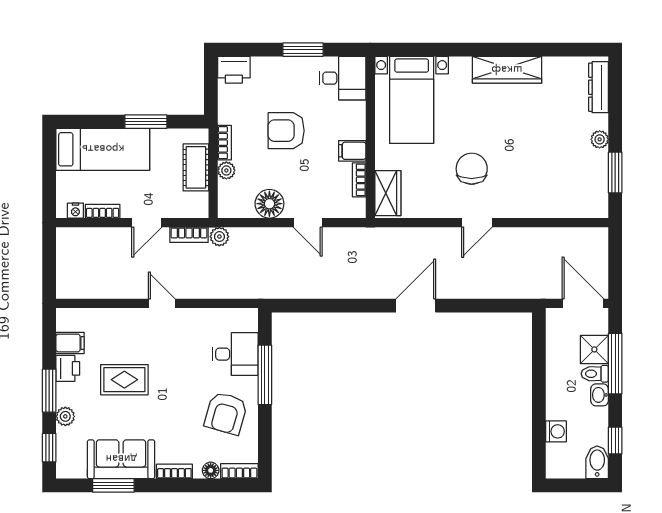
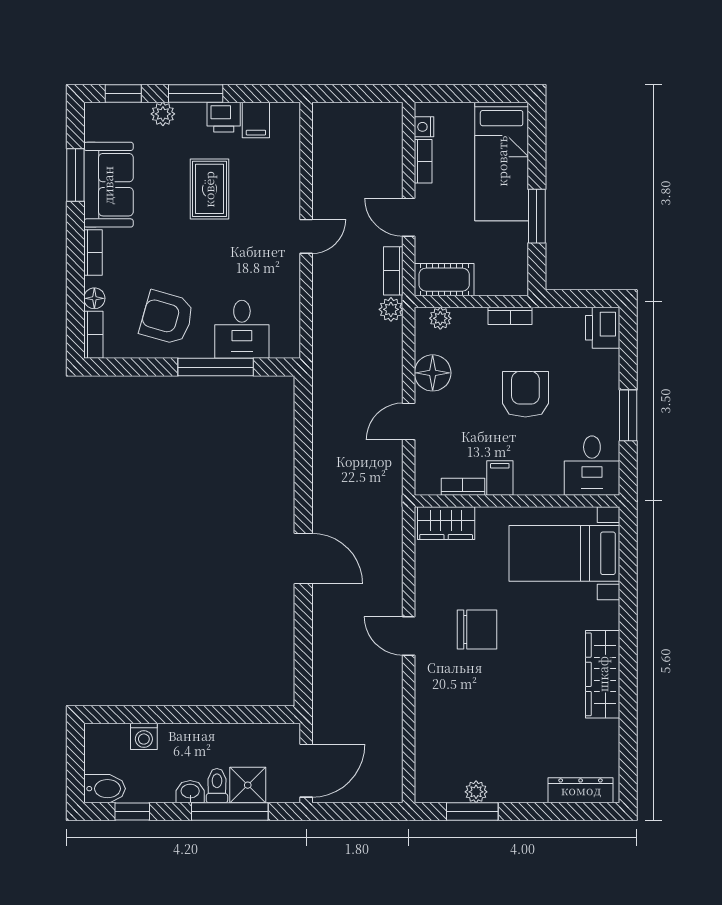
plant: (600, 139) -> (476, 792), moved
cot: (196, 167) -> (444, 280), moved
plant: (226, 170) -> (440, 318), moved

